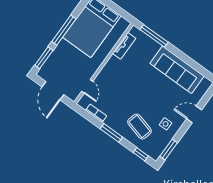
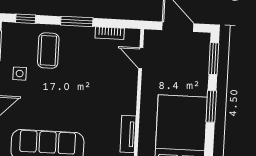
window: (64, 30) -> (211, 106), width x0.69
coffee table: (140, 127) -> (48, 51), turned 75

